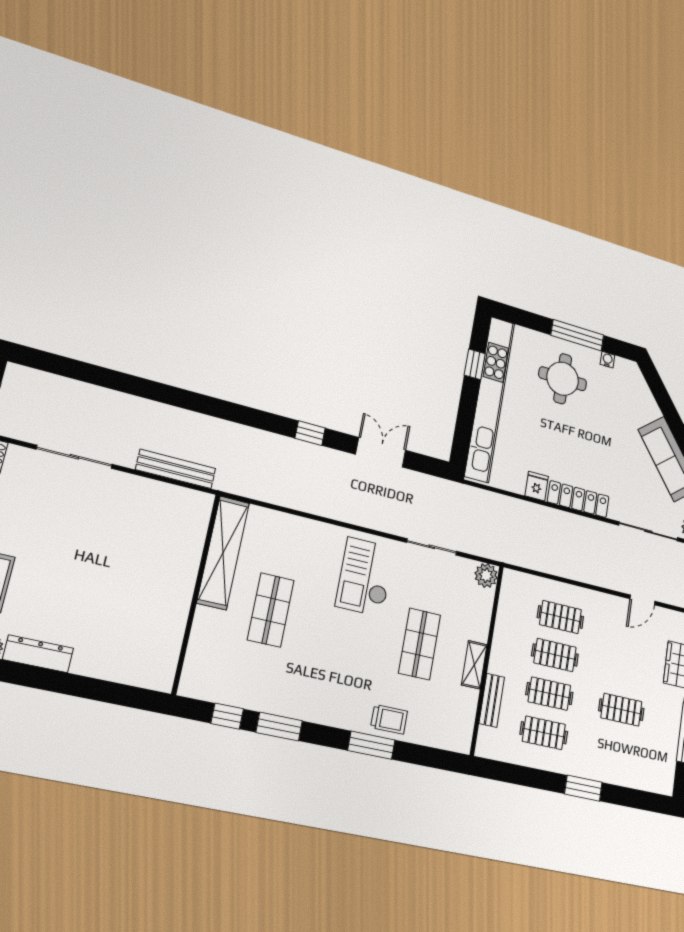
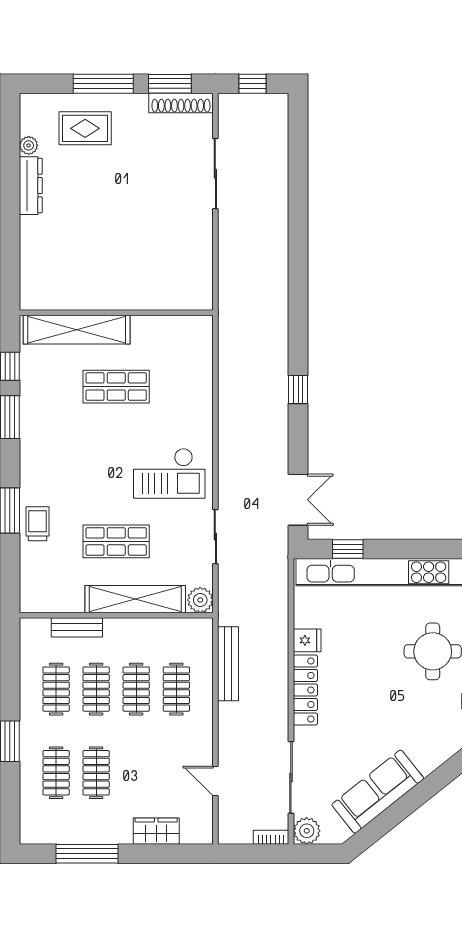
window: (475, 364) -> (348, 549), moved
double door: (381, 452) -> (298, 500), moved
bench: (176, 469) -> (228, 664), moved
shelving: (223, 553) -> (77, 330), moved
checkout: (365, 577) -> (169, 473), turned 180
shelving: (474, 665) -> (135, 599), width x2.20, depth x1.33
trolley: (389, 719) -> (38, 524), turned 180
clothes rail: (616, 748) -> (56, 773), added

